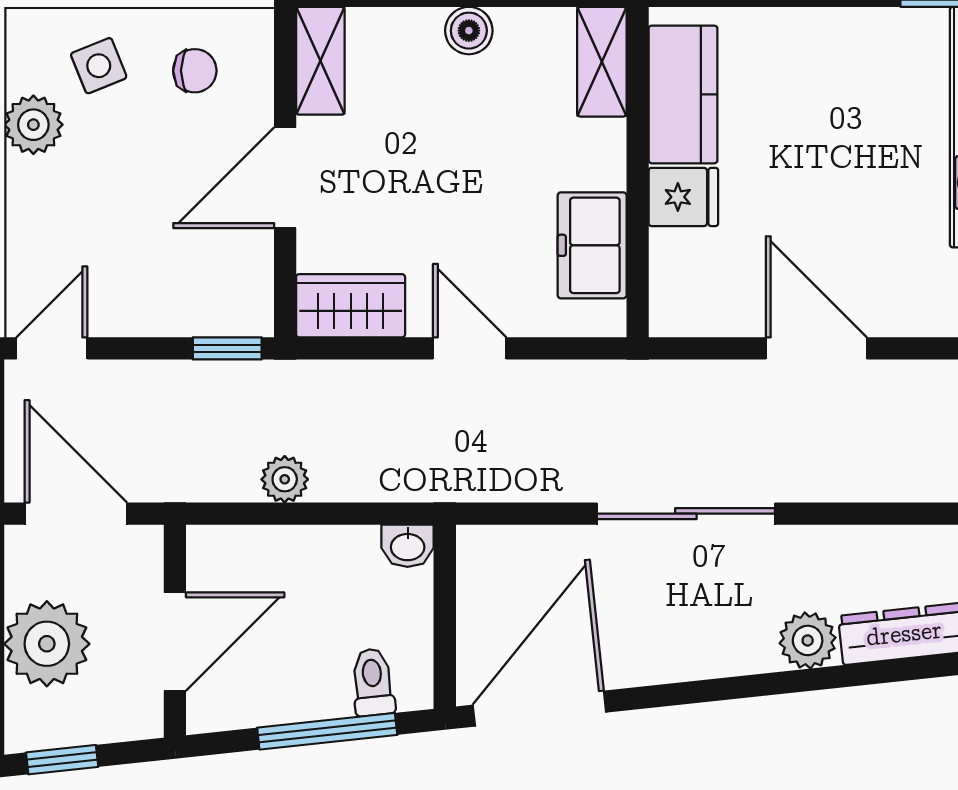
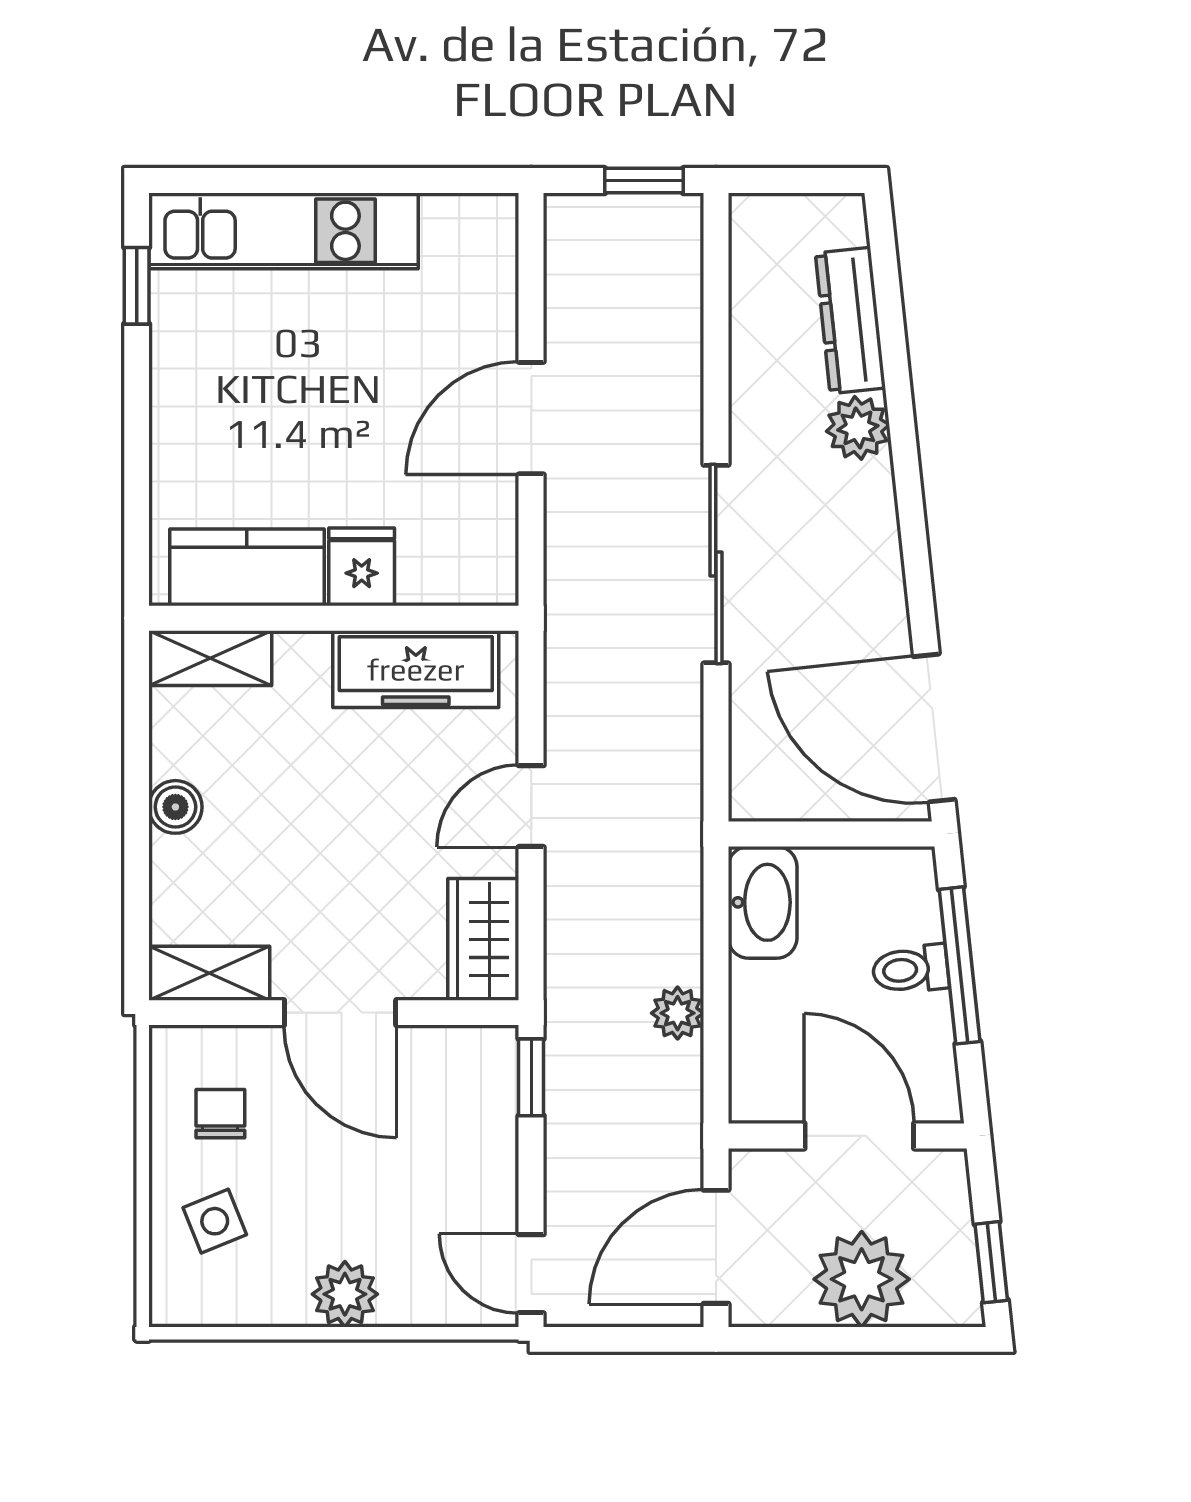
plant: (33, 125) -> (345, 1294), moved
freezer: (592, 245) -> (416, 669), width x1.40
washbasin: (408, 546) -> (763, 902), width x1.91, depth x1.45
toilet: (373, 682) -> (910, 969), moved

